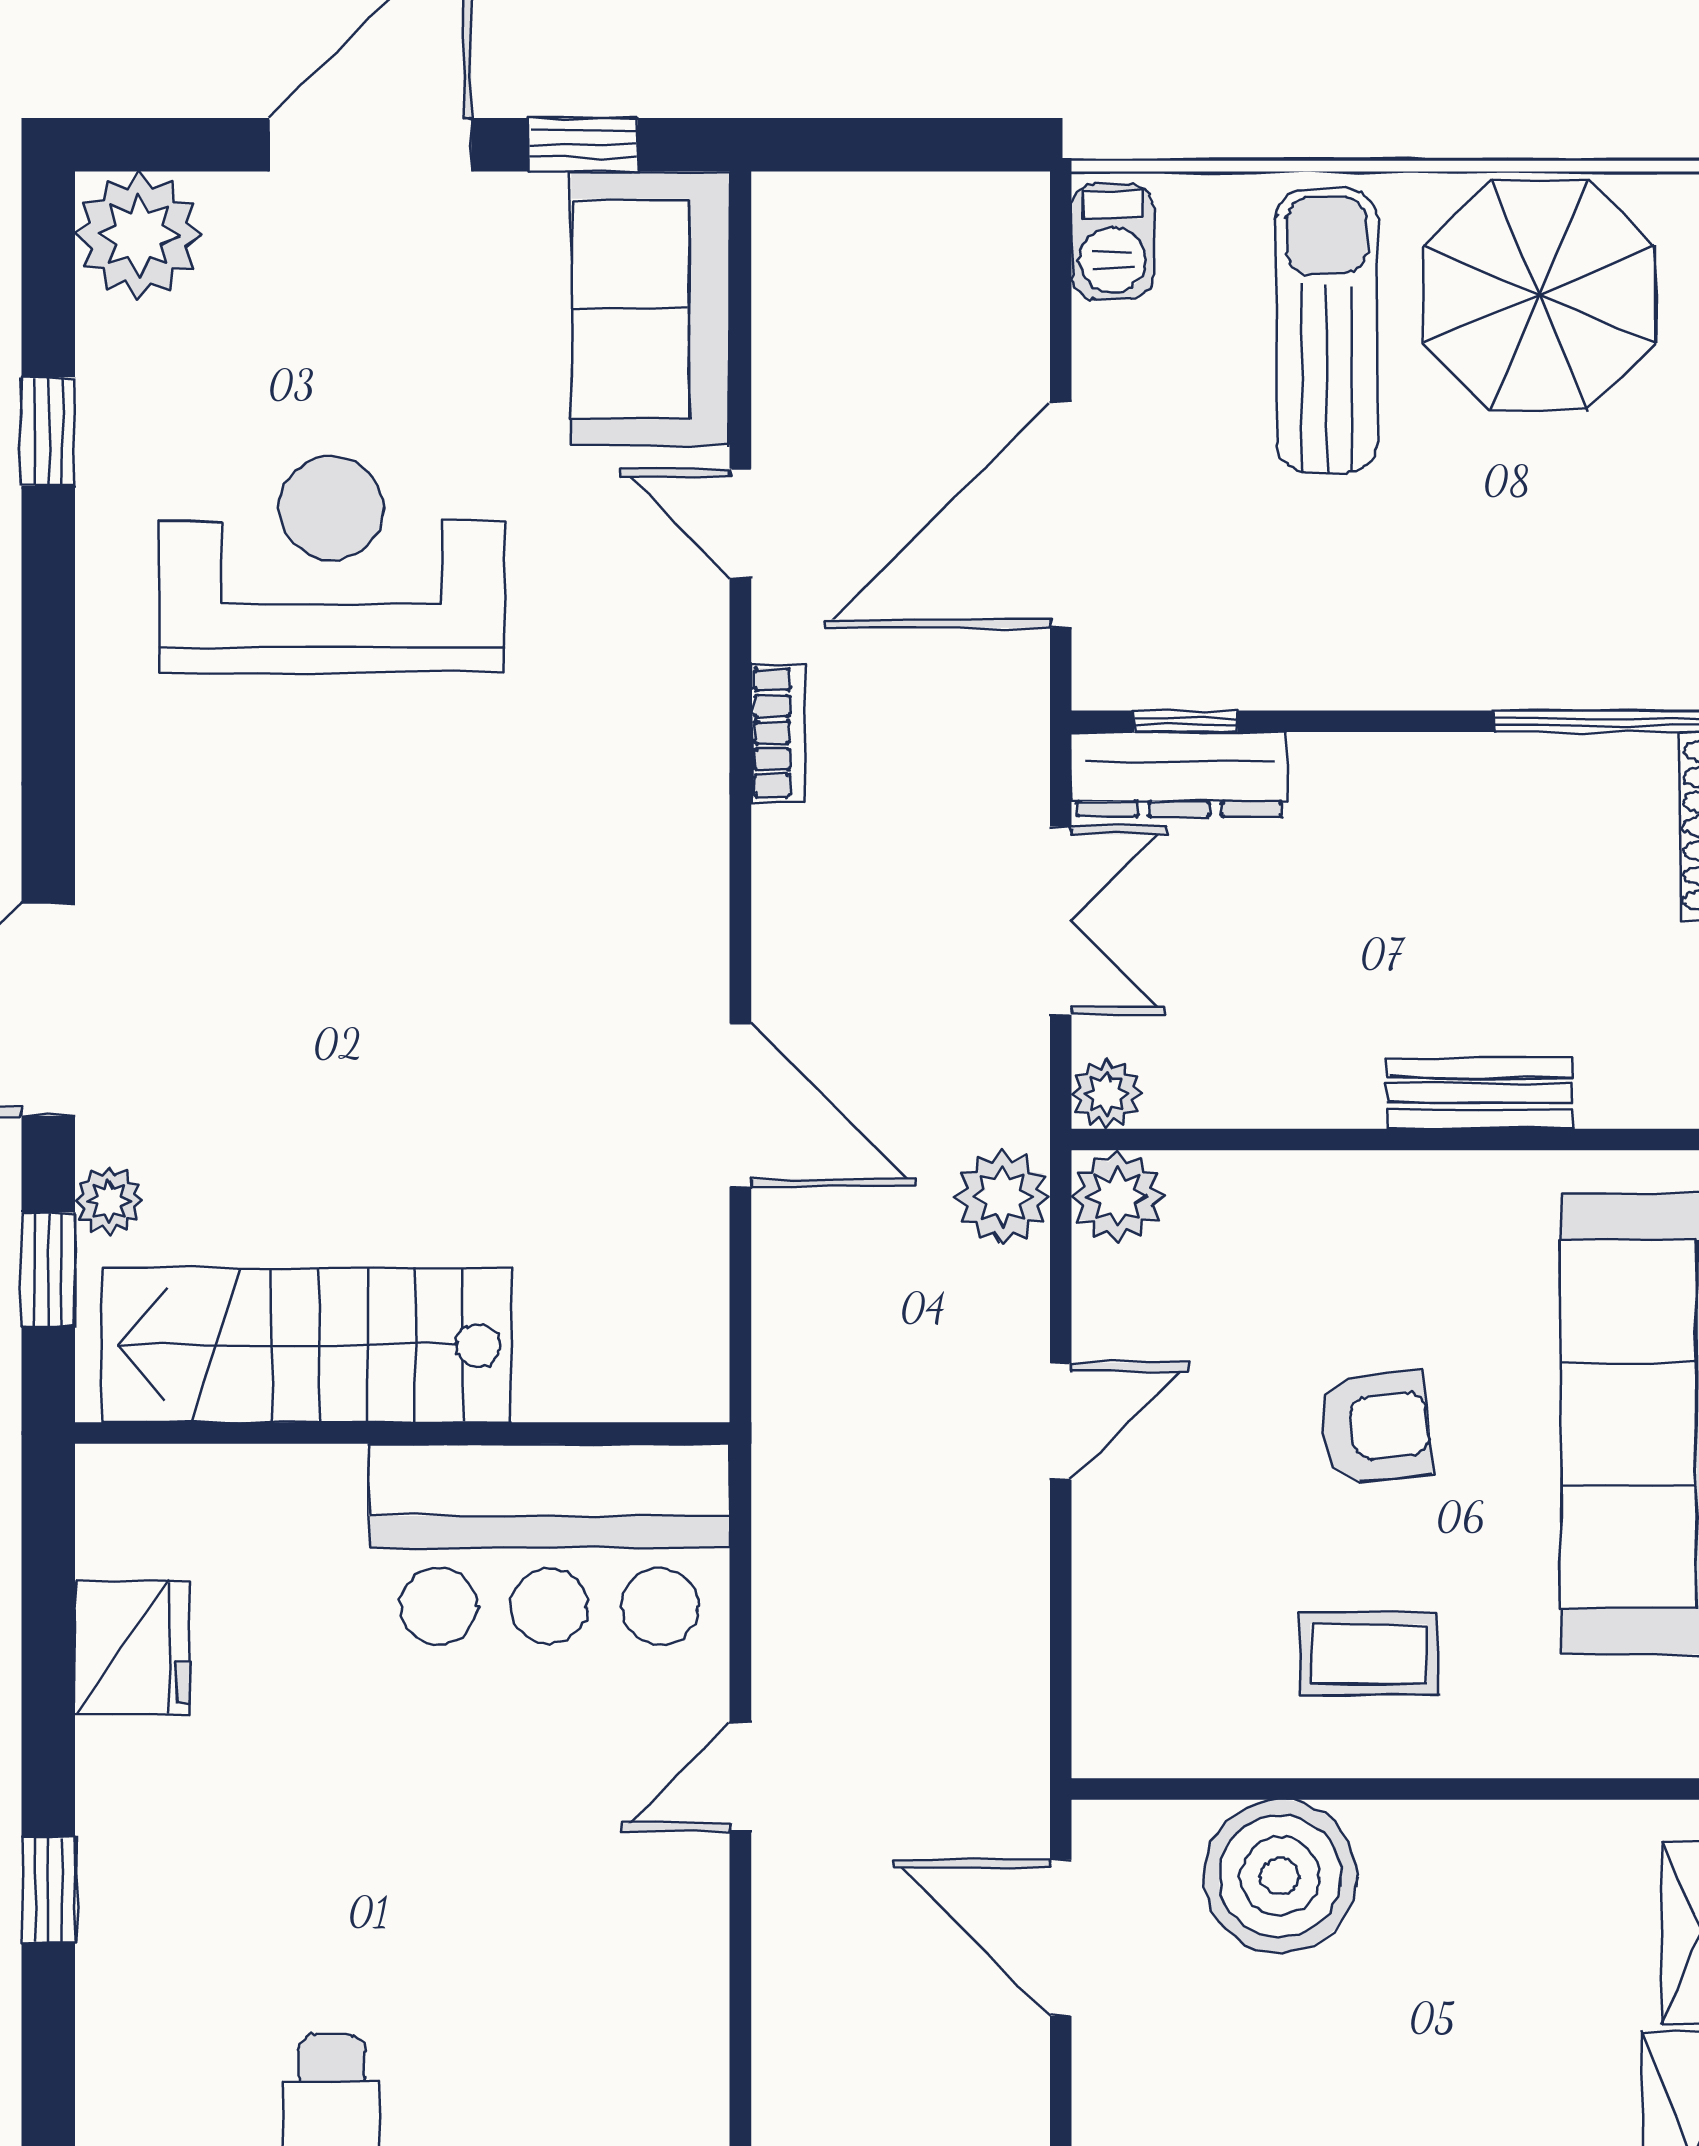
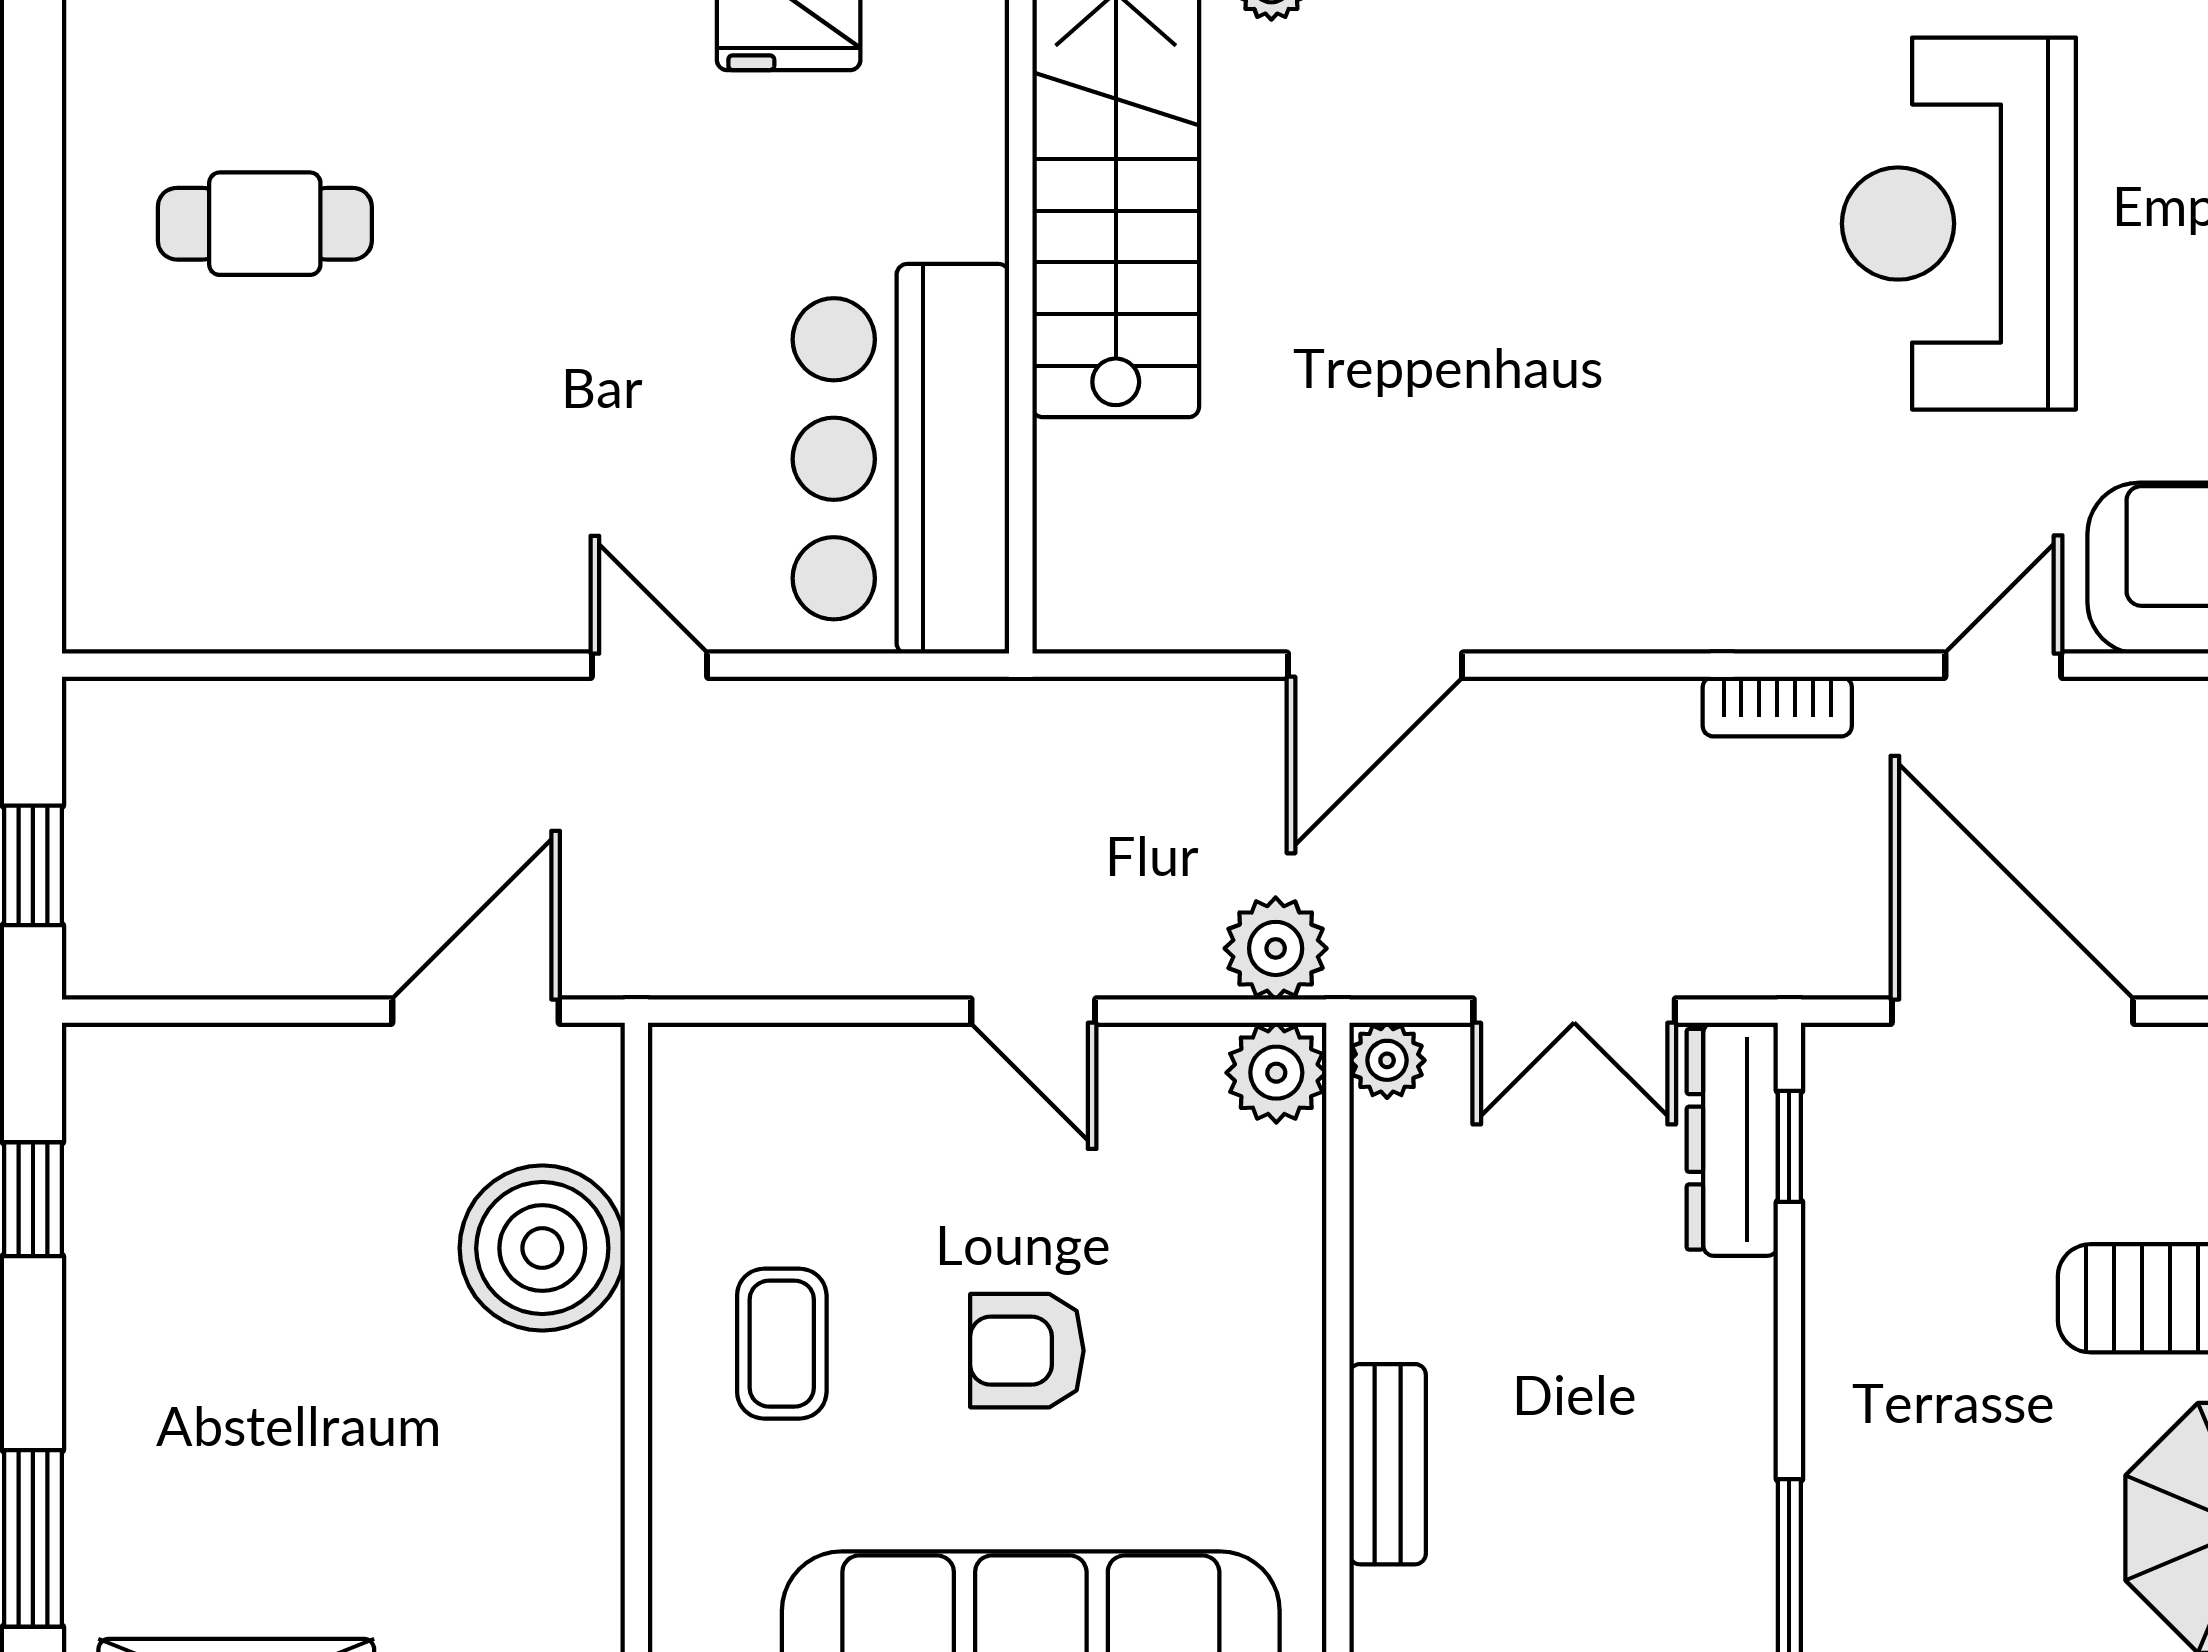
reception desk: (331, 564) -> (1959, 224), turned 180
armchair: (1375, 1427) -> (1027, 1351), turned 96

